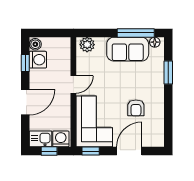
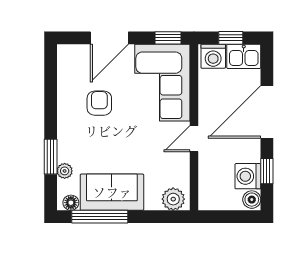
plant: (159, 63) -> (65, 171), added
door: (25, 102) -> (267, 112), width x1.36

